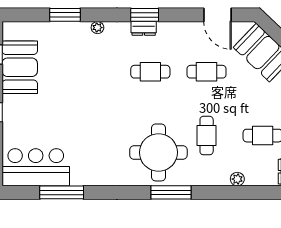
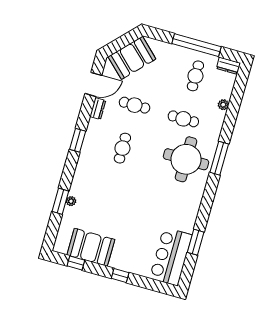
plant: (97, 28) -> (71, 201), moved
dresser: (144, 28) -> (98, 109), moved
cafe table: (207, 72) -> (135, 105), turned 90
window: (62, 192) -> (196, 242), width x0.69

